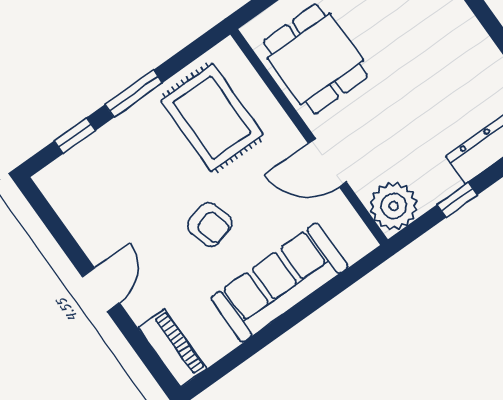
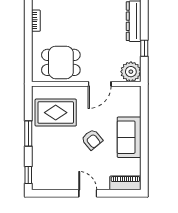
window: (75, 136) -> (28, 175), moved
armchair: (210, 224) -> (92, 140), turned 65
sofa: (279, 283) -> (129, 137), width x0.73

